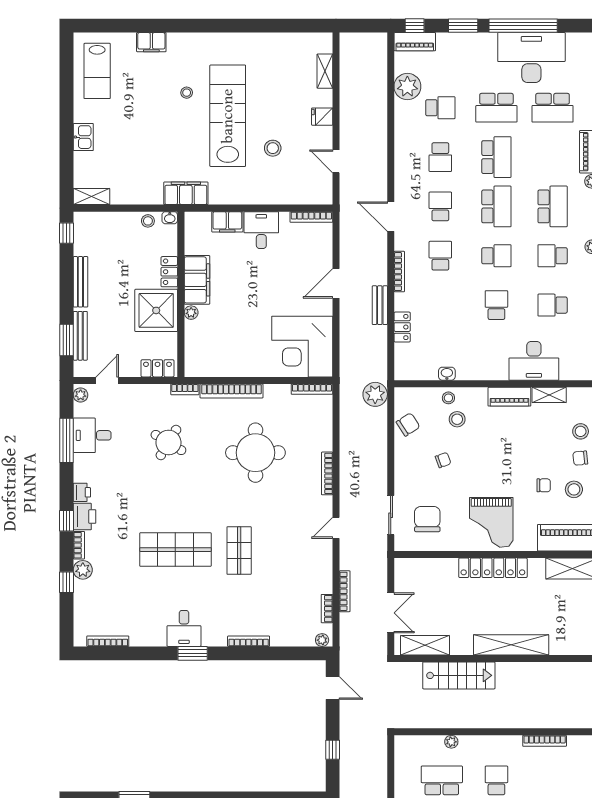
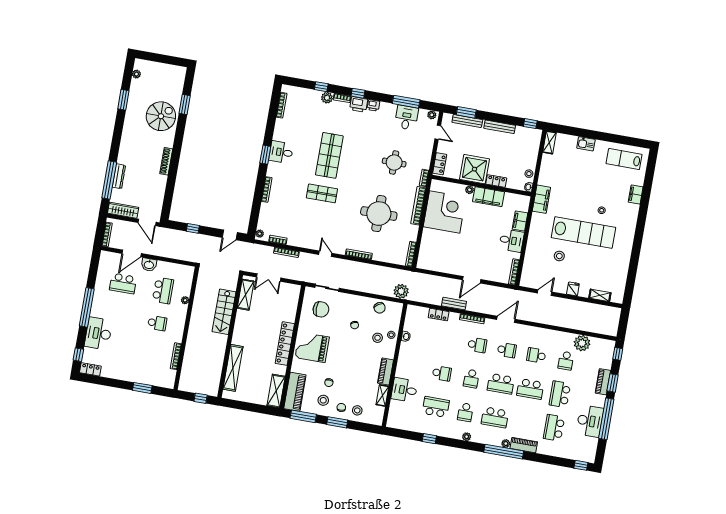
piano: (415, 42) -> (603, 382), moved
desk: (531, 58) -> (590, 421), width x0.73, depth x0.77
school desk: (553, 256) -> (465, 412), turned 180
door: (336, 283) -> (472, 280), swing flipped
school desk: (553, 305) -> (436, 407), width x1.85
corner desk: (302, 347) -> (445, 212), moved, turned 90
desk: (534, 361) -> (404, 390), width x0.73
round table: (168, 442) -> (394, 162), turned -31
shelving: (511, 645) -> (233, 368), moved

